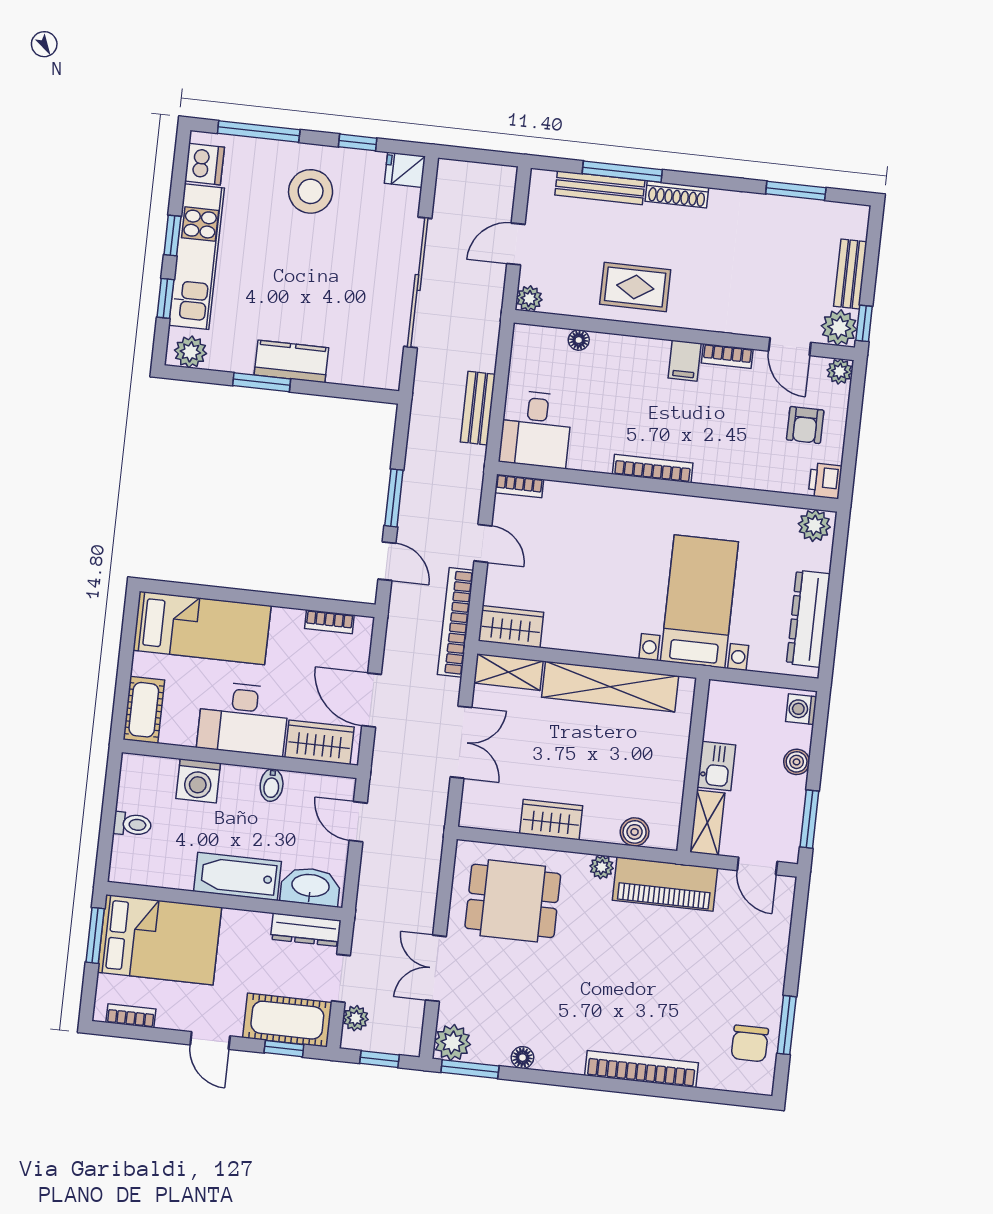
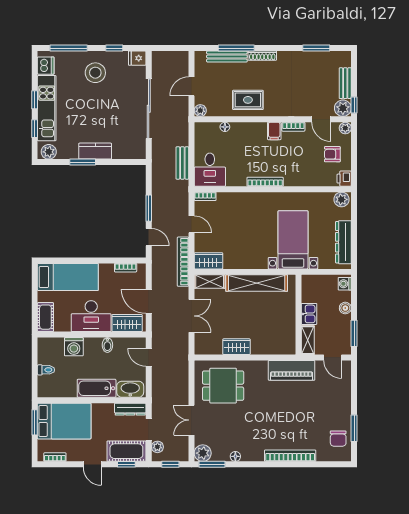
armchair: (805, 425) -> (332, 154), turned 90
boiler: (635, 832) -> (275, 348), removed
plant: (602, 867) -> (262, 366), removed

